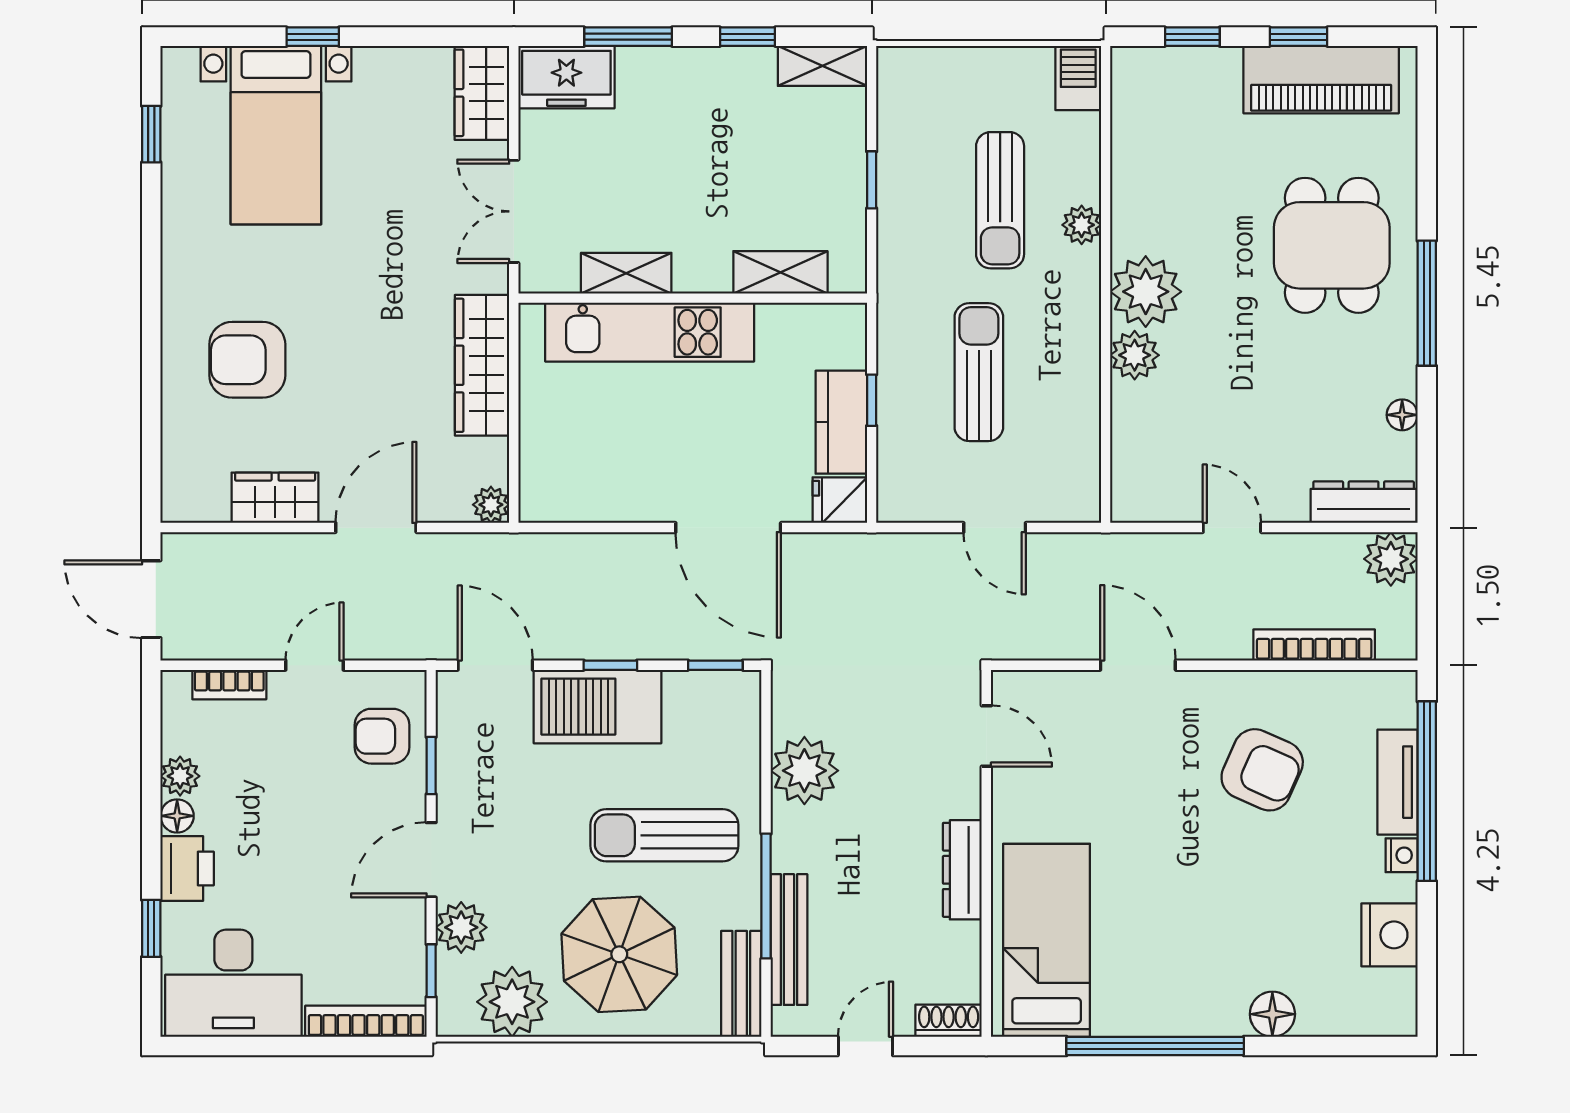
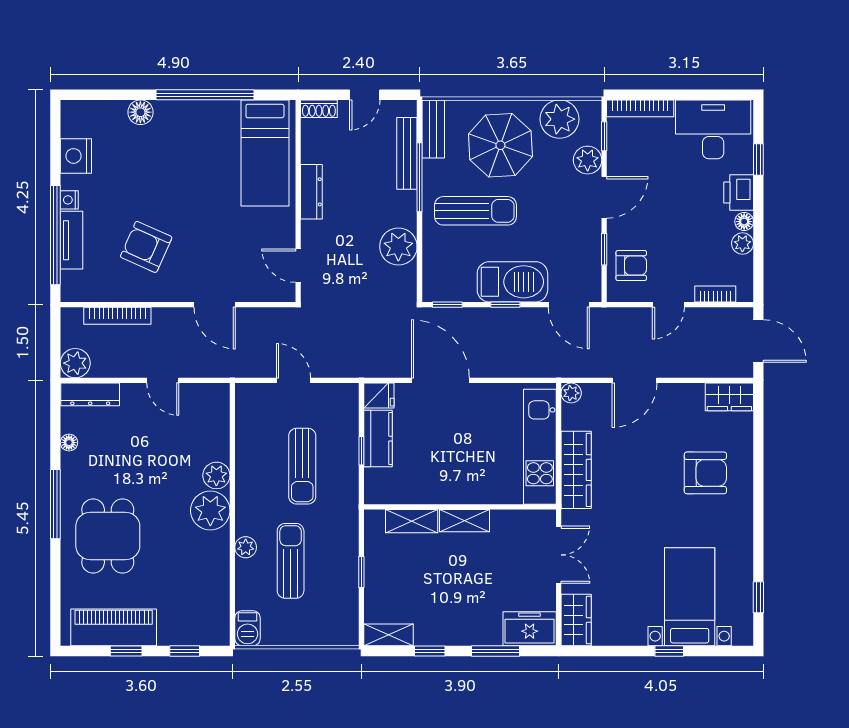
shelving: (626, 273) -> (465, 521), moved
kitchen unit: (650, 332) -> (540, 447), moved, turned -90
wardrobe: (275, 498) -> (729, 397), moved

